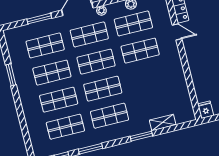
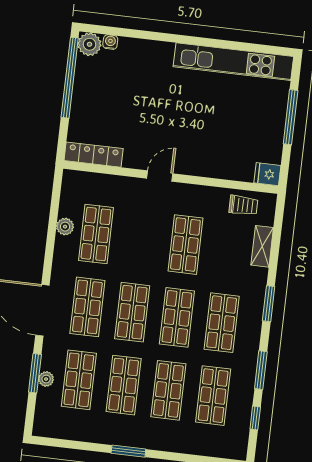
plant: (101, 11) -> (46, 379), moved
door: (177, 32) -> (160, 176), moved
shop shelf: (140, 51) -> (185, 245), moved
window: (11, 75) -> (128, 451), moved
trolley: (182, 103) -> (243, 205), added
window: (141, 136) -> (269, 304), moved

